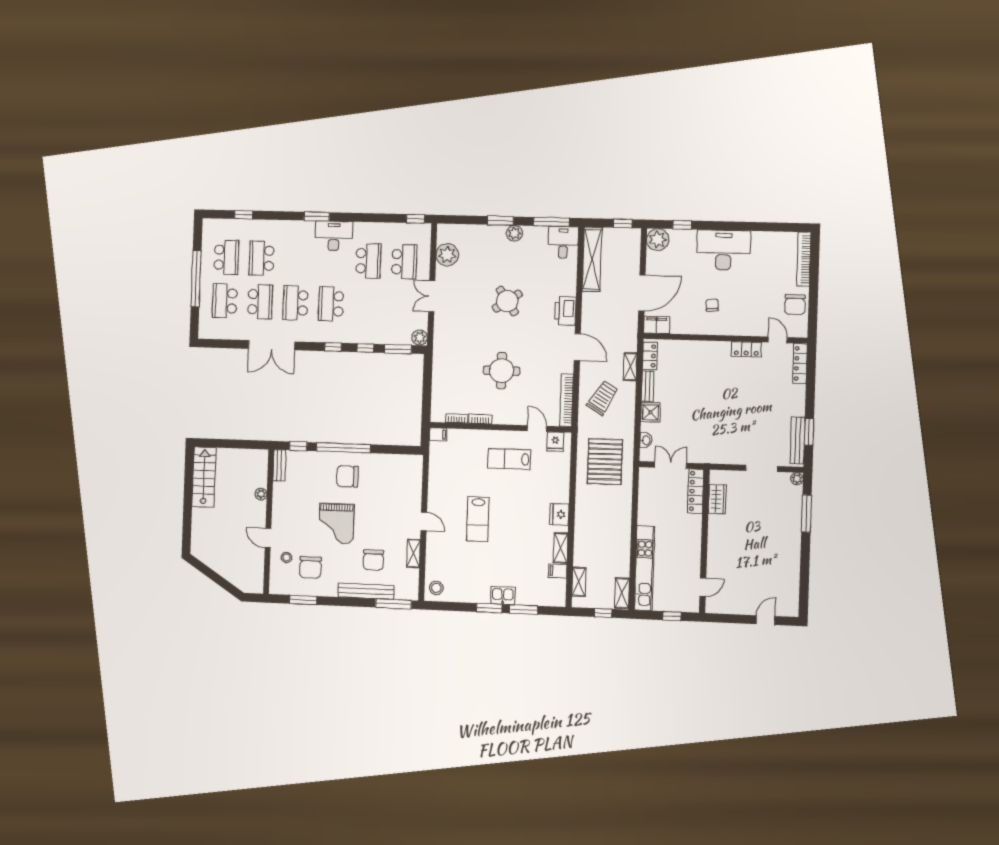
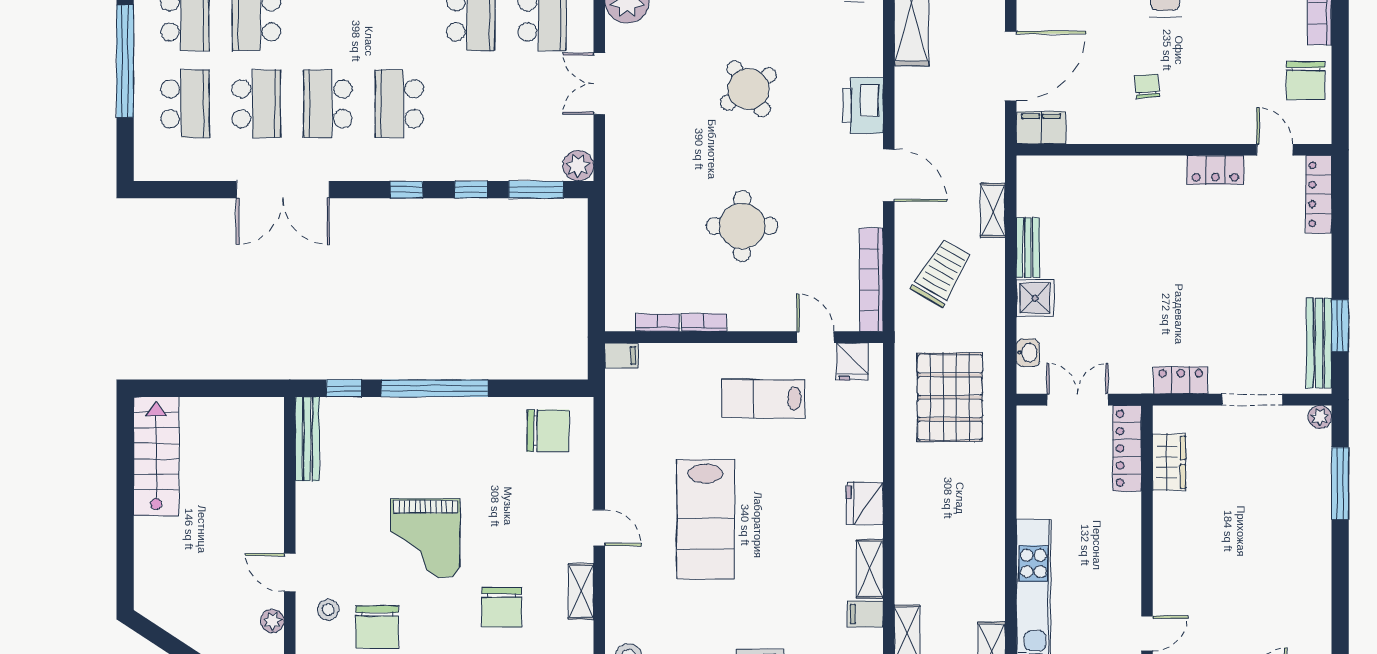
school desk: (225, 301) -> (185, 104), turned 180
locker: (650, 356) -> (1181, 380), moved, turned -90
bench: (279, 465) -> (307, 439), width x1.36
chair: (347, 476) -> (548, 431), moved, turned 180
plant: (261, 494) -> (272, 621), moved
lab bench: (478, 519) -> (705, 519), width x1.36, depth x1.39

